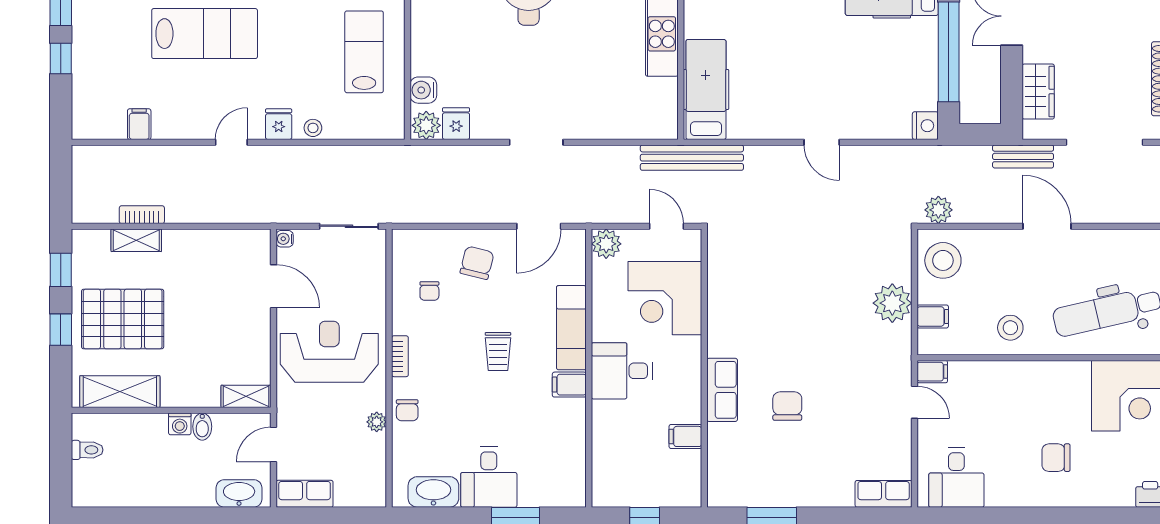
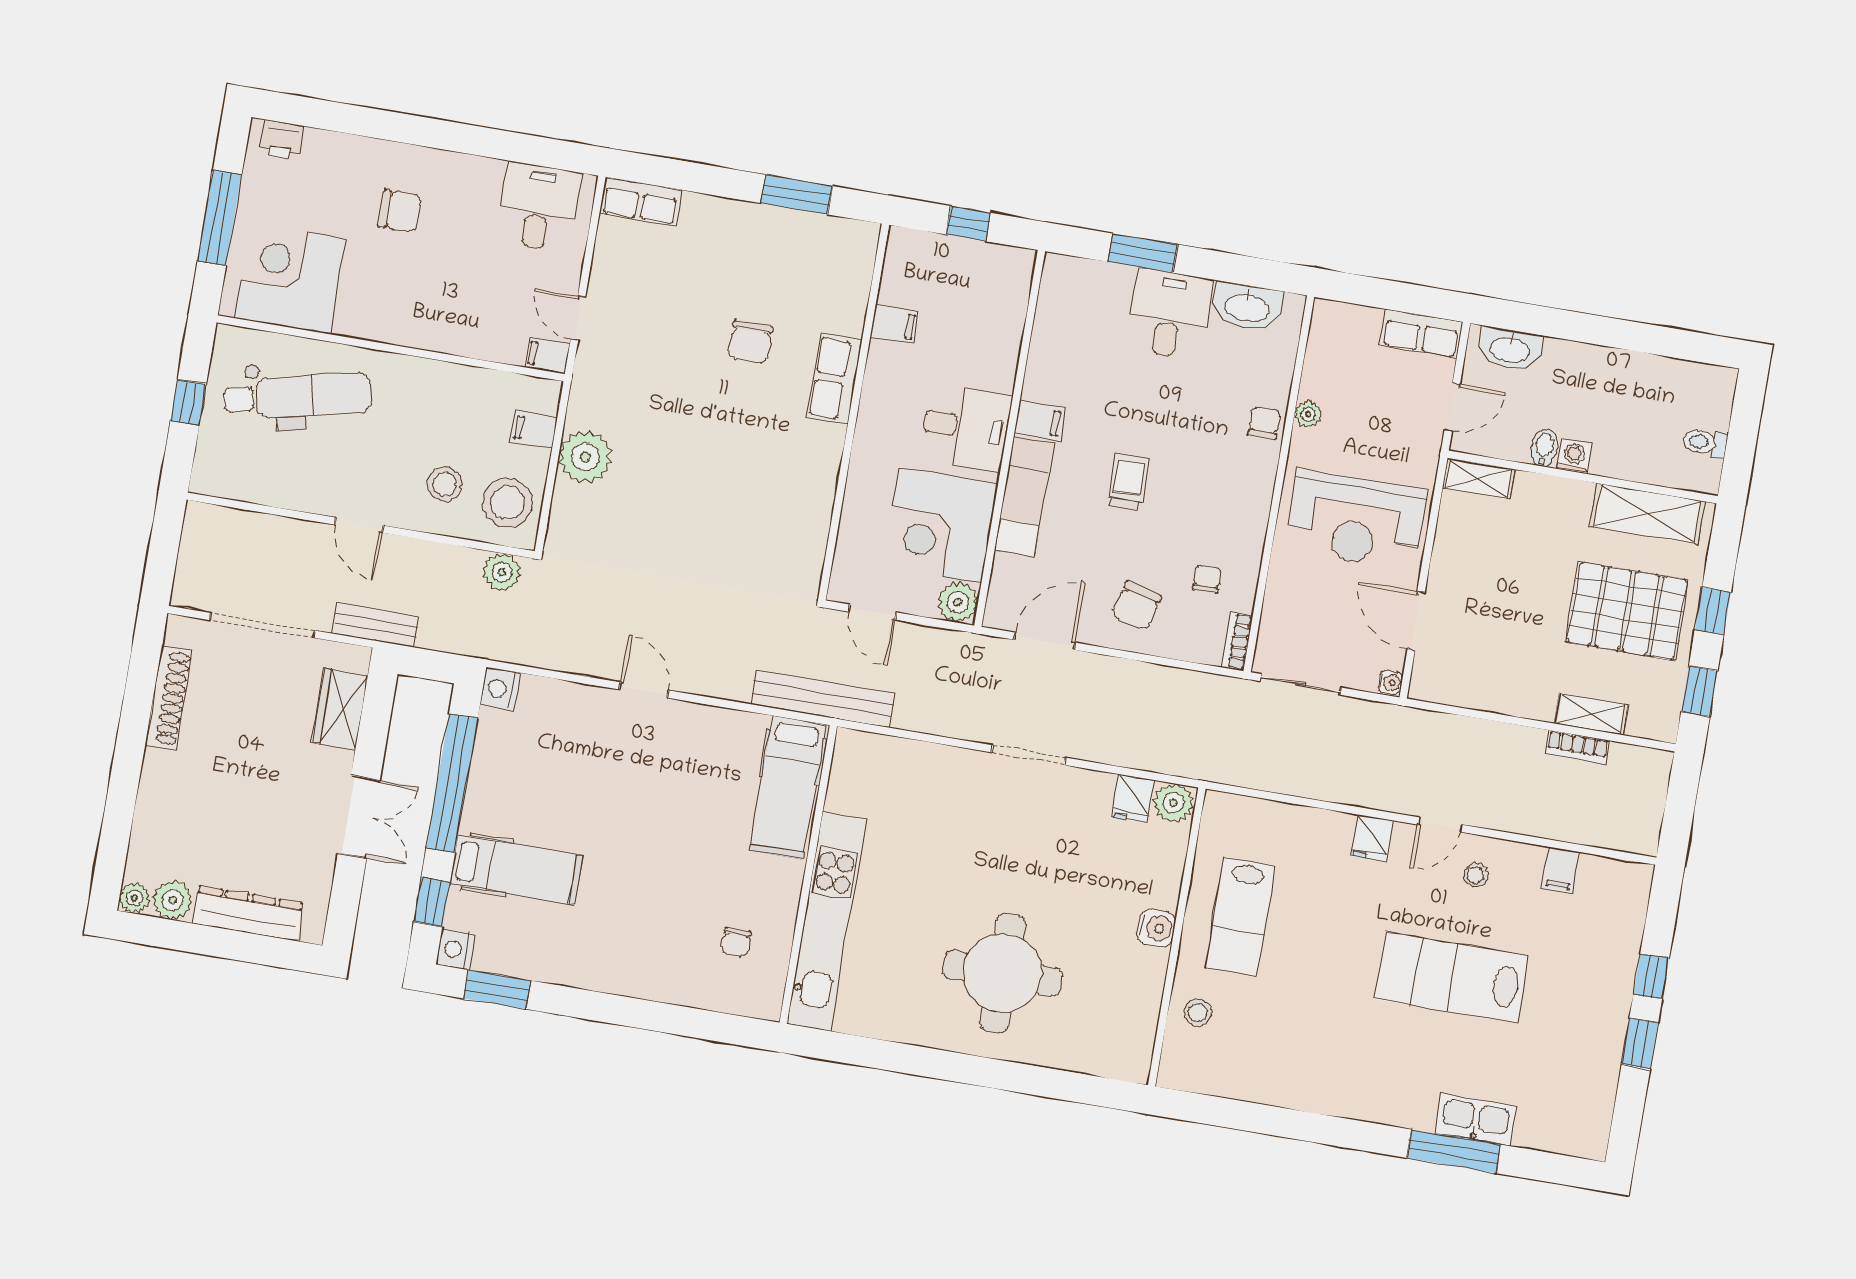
water cooler: (423, 90) -> (1156, 928), moved
stool: (313, 128) -> (1476, 875), moved
door: (1047, 226) -> (359, 525), width x0.73
corner desk: (665, 298) -> (940, 525), moved, turned 180
stool: (1010, 328) -> (445, 484), moved
bookcase: (400, 356) -> (1237, 642), moved

